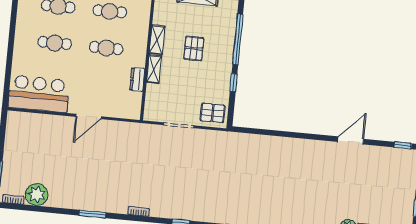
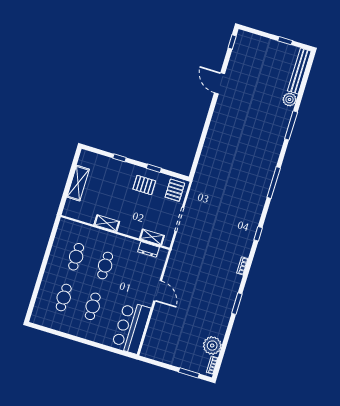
window: (238, 39) -> (120, 158), width x0.32
pallet: (194, 48) -> (144, 185), moved
shelving: (154, 69) -> (152, 237), moved
dresser: (137, 79) -> (148, 249), moved

